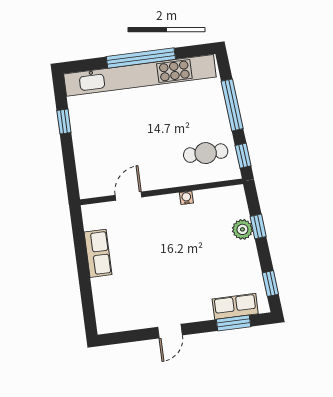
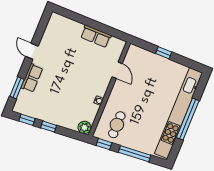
window: (64, 121) -> (164, 53), moved
window: (258, 226) -> (49, 127), moved
plant: (242, 229) -> (84, 127), moved
row of seats: (235, 306) -> (32, 78), moved

